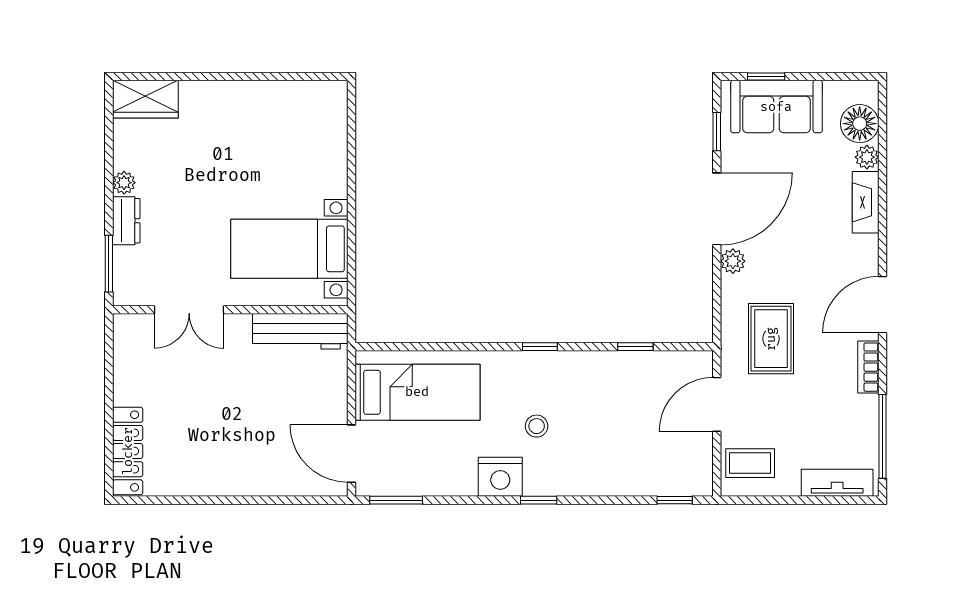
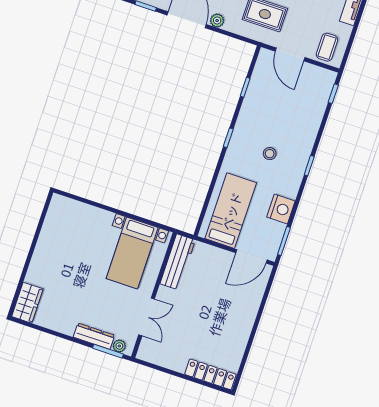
plant: (124, 183) -> (119, 346), moved
dresser: (126, 221) -> (94, 336), width x1.44
nightstand: (500, 477) -> (281, 209), moved

